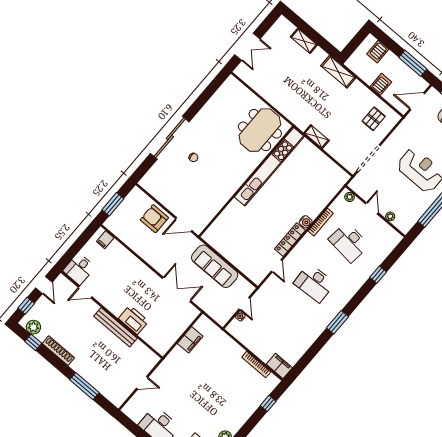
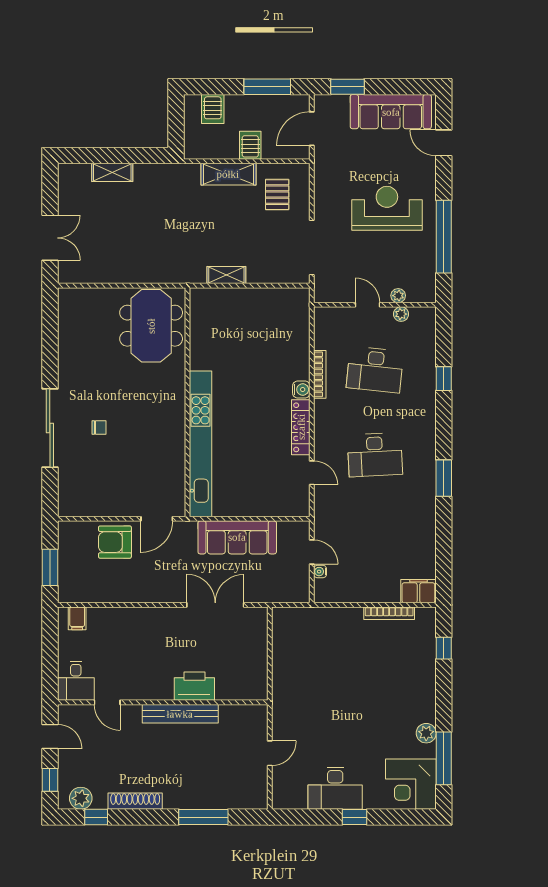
shelving: (338, 72) -> (228, 174), moved
kitchen unit: (269, 167) -> (201, 444), moved
plant: (350, 197) -> (401, 314), moved
door: (85, 292) -> (107, 702), hinge flipped
filing cabinet: (190, 340) -> (284, 652), removed

